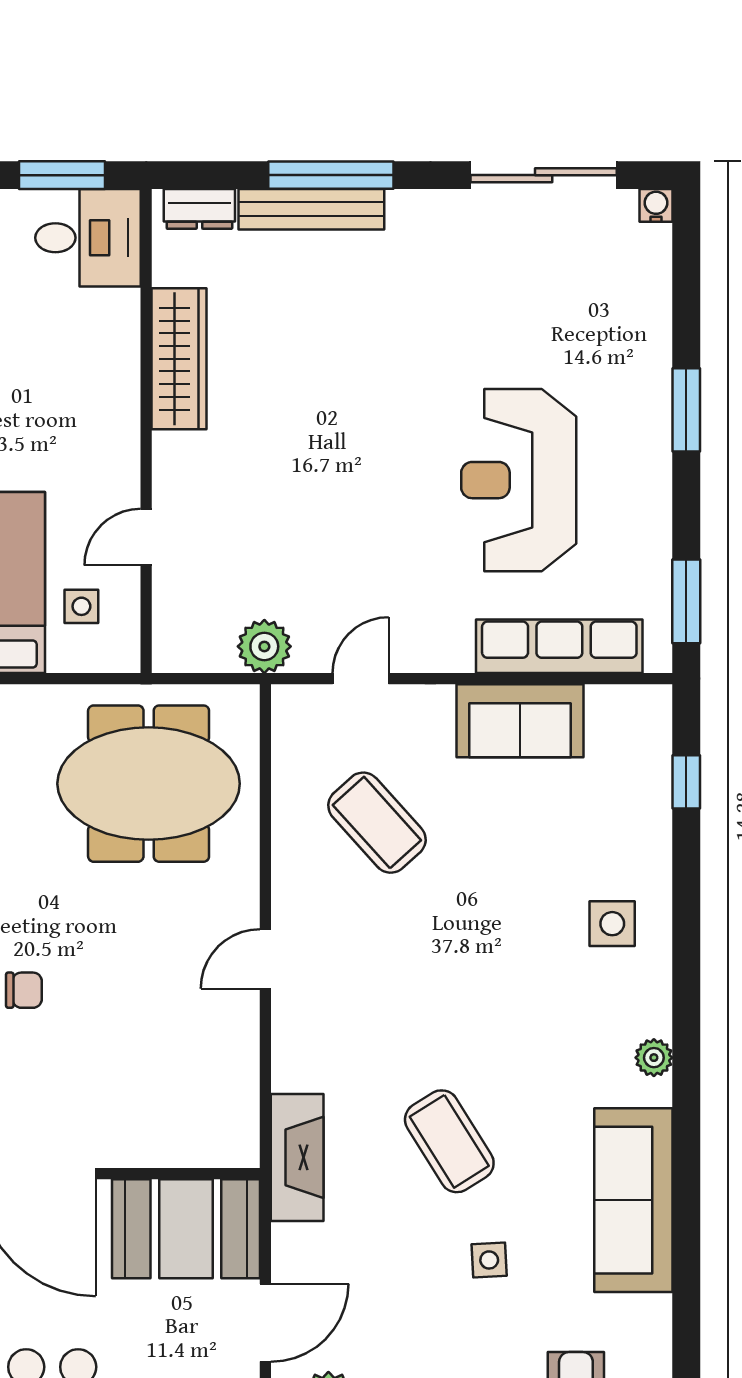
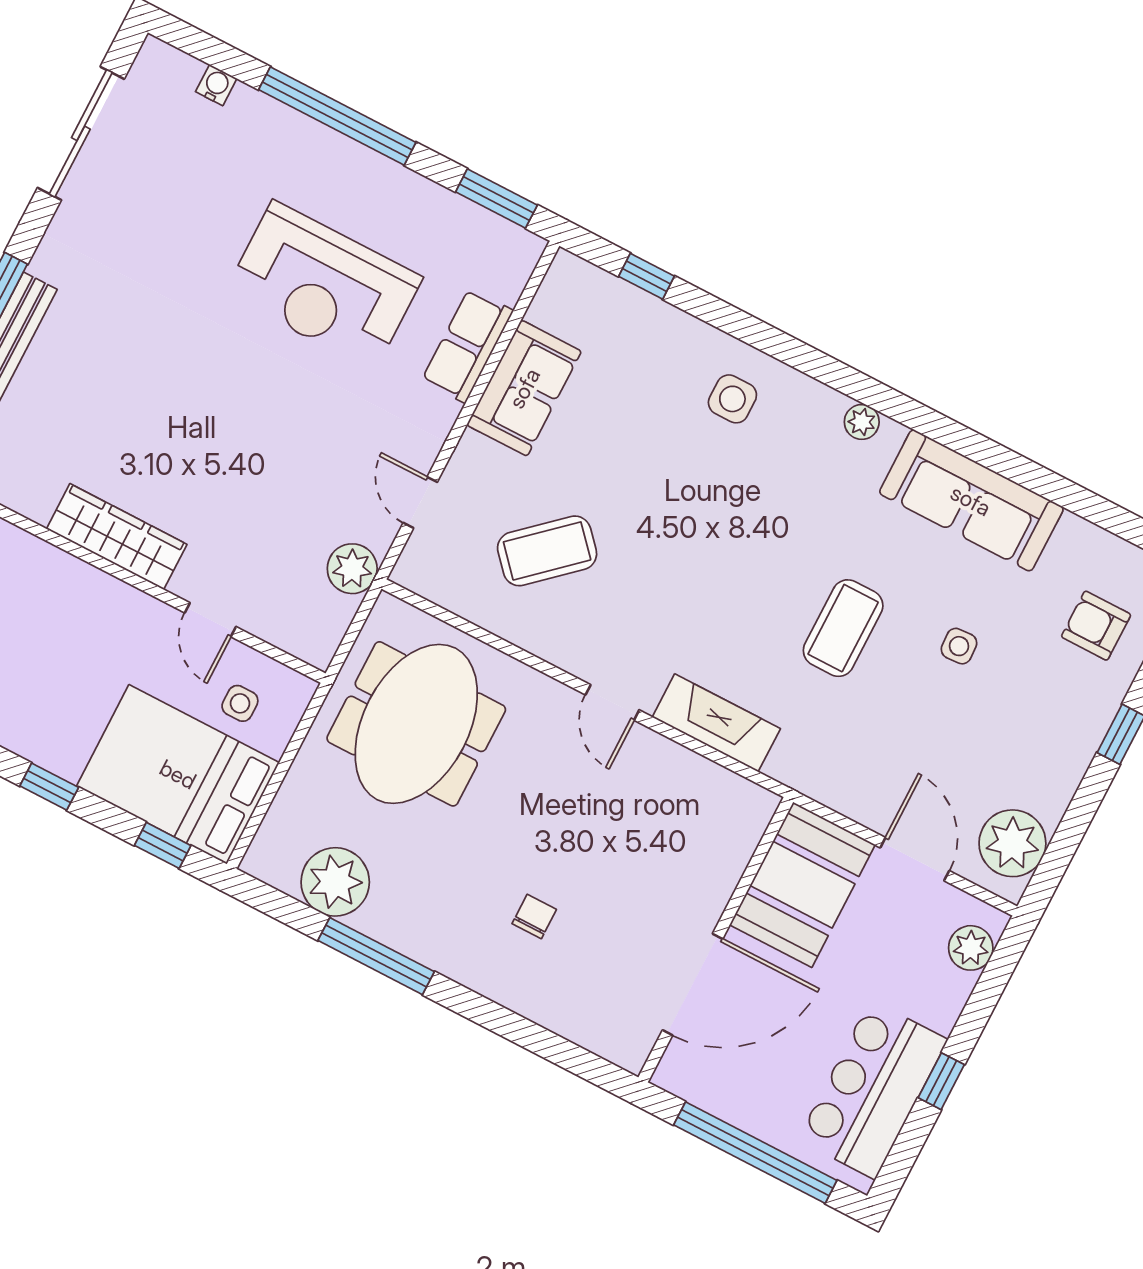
water cooler: (656, 205) -> (216, 85), moved, turned 90
wardrobe: (179, 359) -> (117, 537), moved
window: (686, 410) -> (337, 116), width x2.11
row of seats: (559, 646) -> (467, 346), width x0.68
coffee table: (449, 1141) -> (843, 628), turned -58
fireplace: (297, 1157) -> (716, 723), moved

